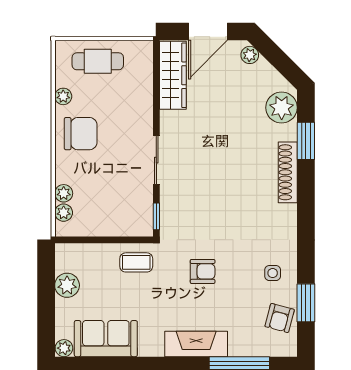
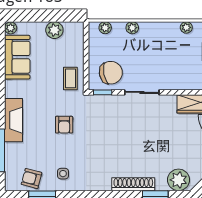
chair: (81, 134) -> (111, 73), moved, turned -101
plant: (64, 193) -> (132, 28), moved

